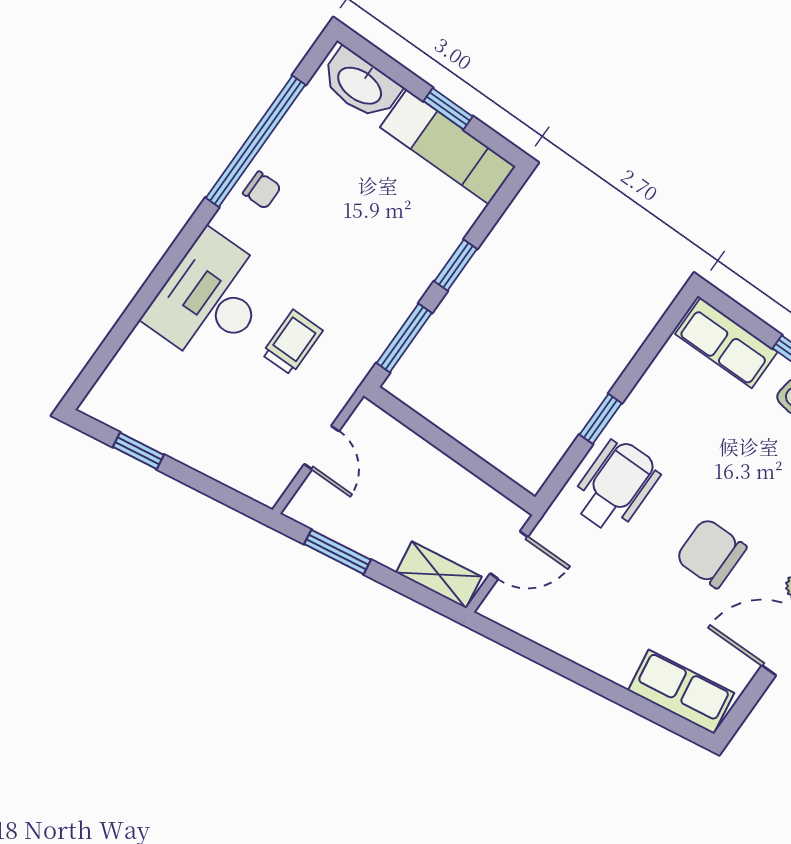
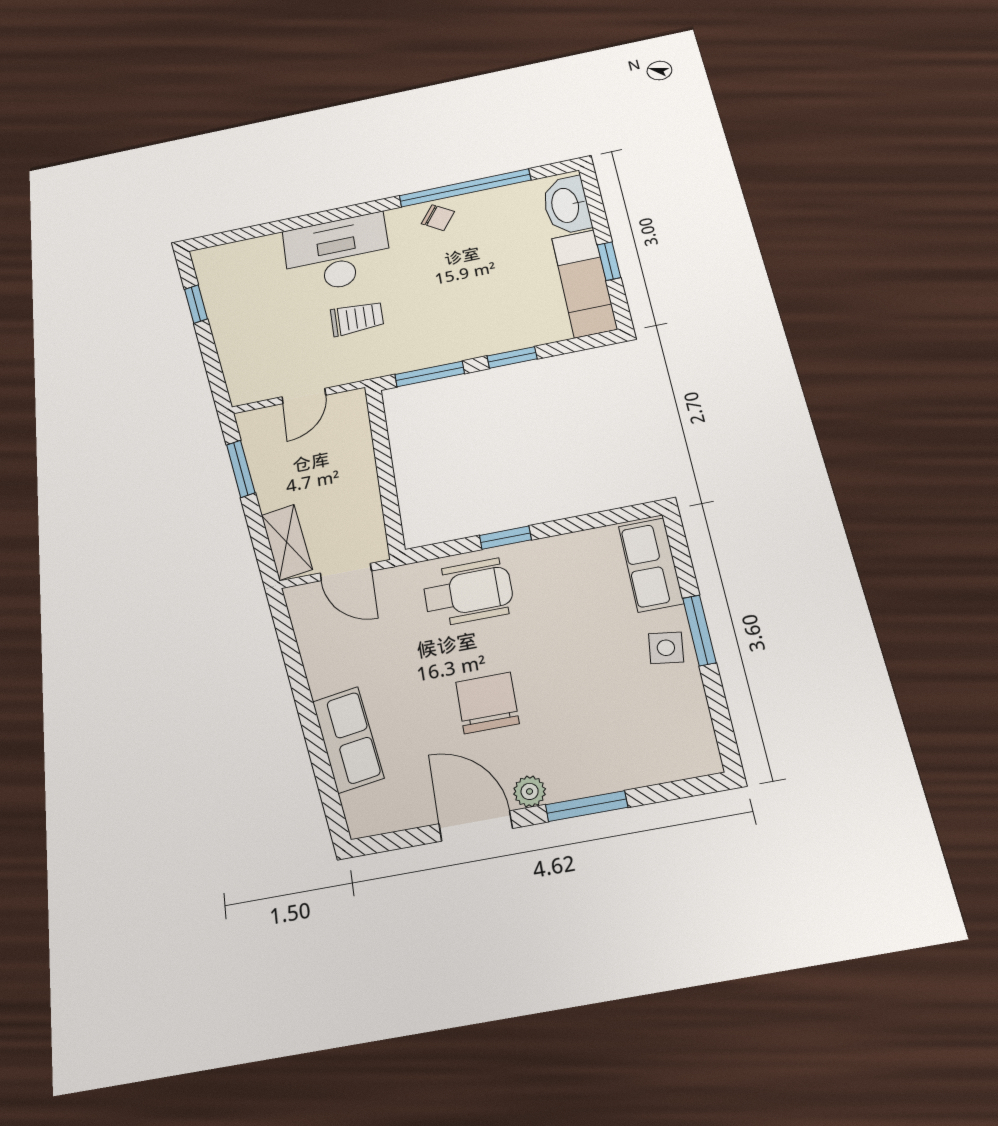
chair: (262, 190) -> (438, 218), turned -56
row of seats: (681, 692) -> (348, 739), moved

